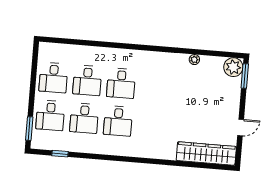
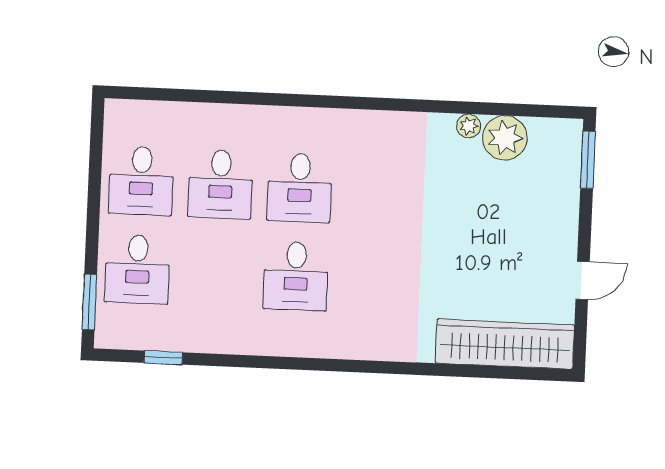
plant: (233, 67) -> (505, 138), moved
desk: (84, 118) -> (217, 273), removed

